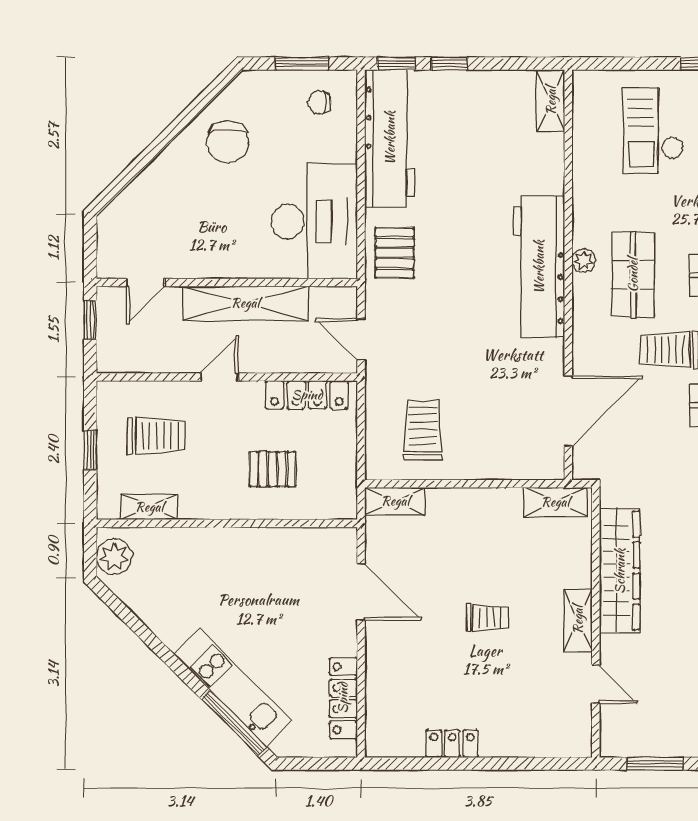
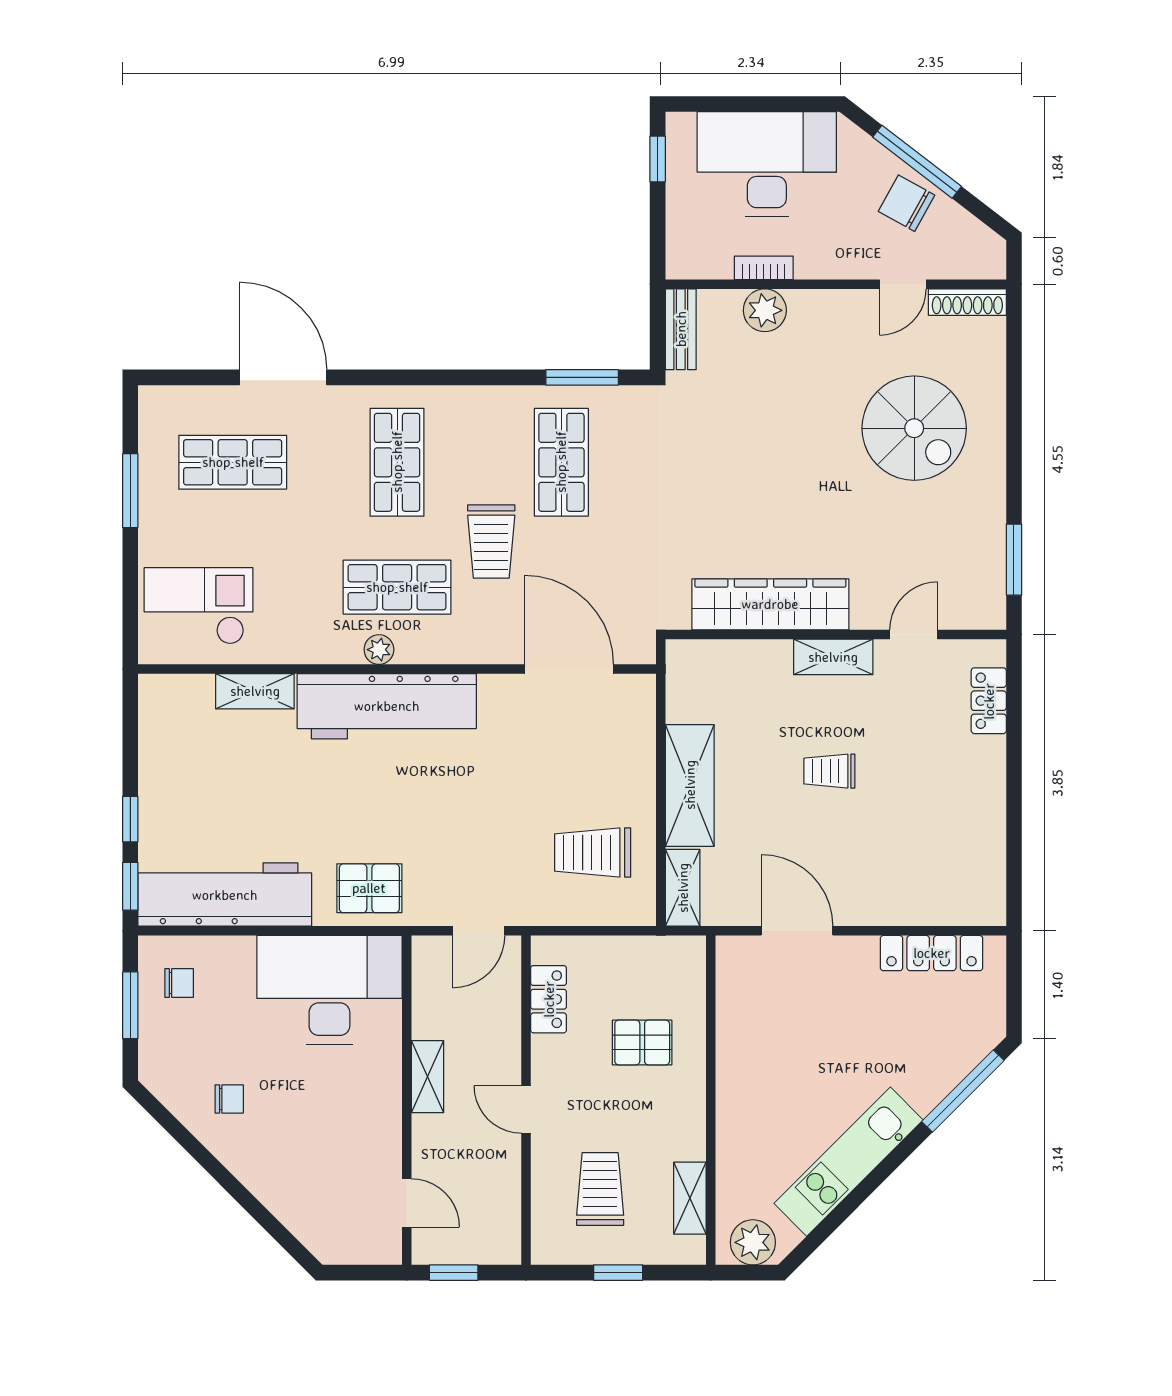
shelving: (551, 101) -> (255, 691), moved
chair: (320, 102) -> (179, 983), turned -90
checkout: (653, 130) -> (199, 606), moved, turned 180
chair: (228, 142) -> (229, 1099), width x0.54, depth x0.54
shelving: (245, 303) -> (427, 1077), width x0.45, depth x0.75
locker: (307, 395) -> (549, 999), width x0.66
pallet: (272, 469) -> (642, 1042), turned 90
shelving: (555, 502) -> (690, 785), moved, width x1.50, depth x1.33
door: (361, 592) -> (797, 931), hinge flipped
trolley: (487, 617) -> (829, 771), turned -90
kitchen unit: (233, 687) -> (849, 1162), moved
locker: (452, 744) -> (989, 701), moved

